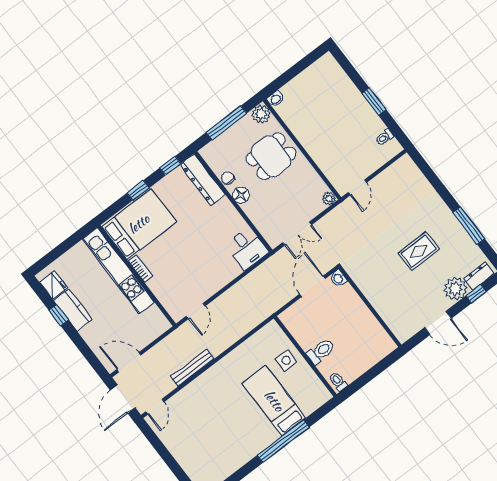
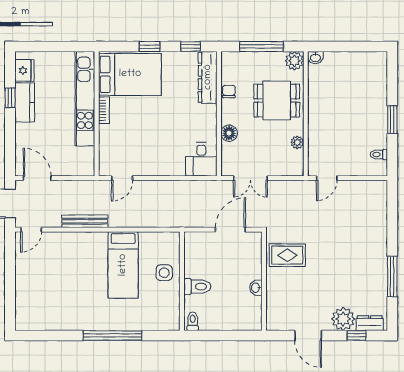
floor lamp: (241, 195) -> (229, 133), moved
plant: (329, 198) -> (297, 142), moved
rug: (419, 251) -> (287, 255), moved
washbasin: (338, 279) -> (256, 288), moved
bed: (274, 401) -> (123, 265), moved, turned 180

